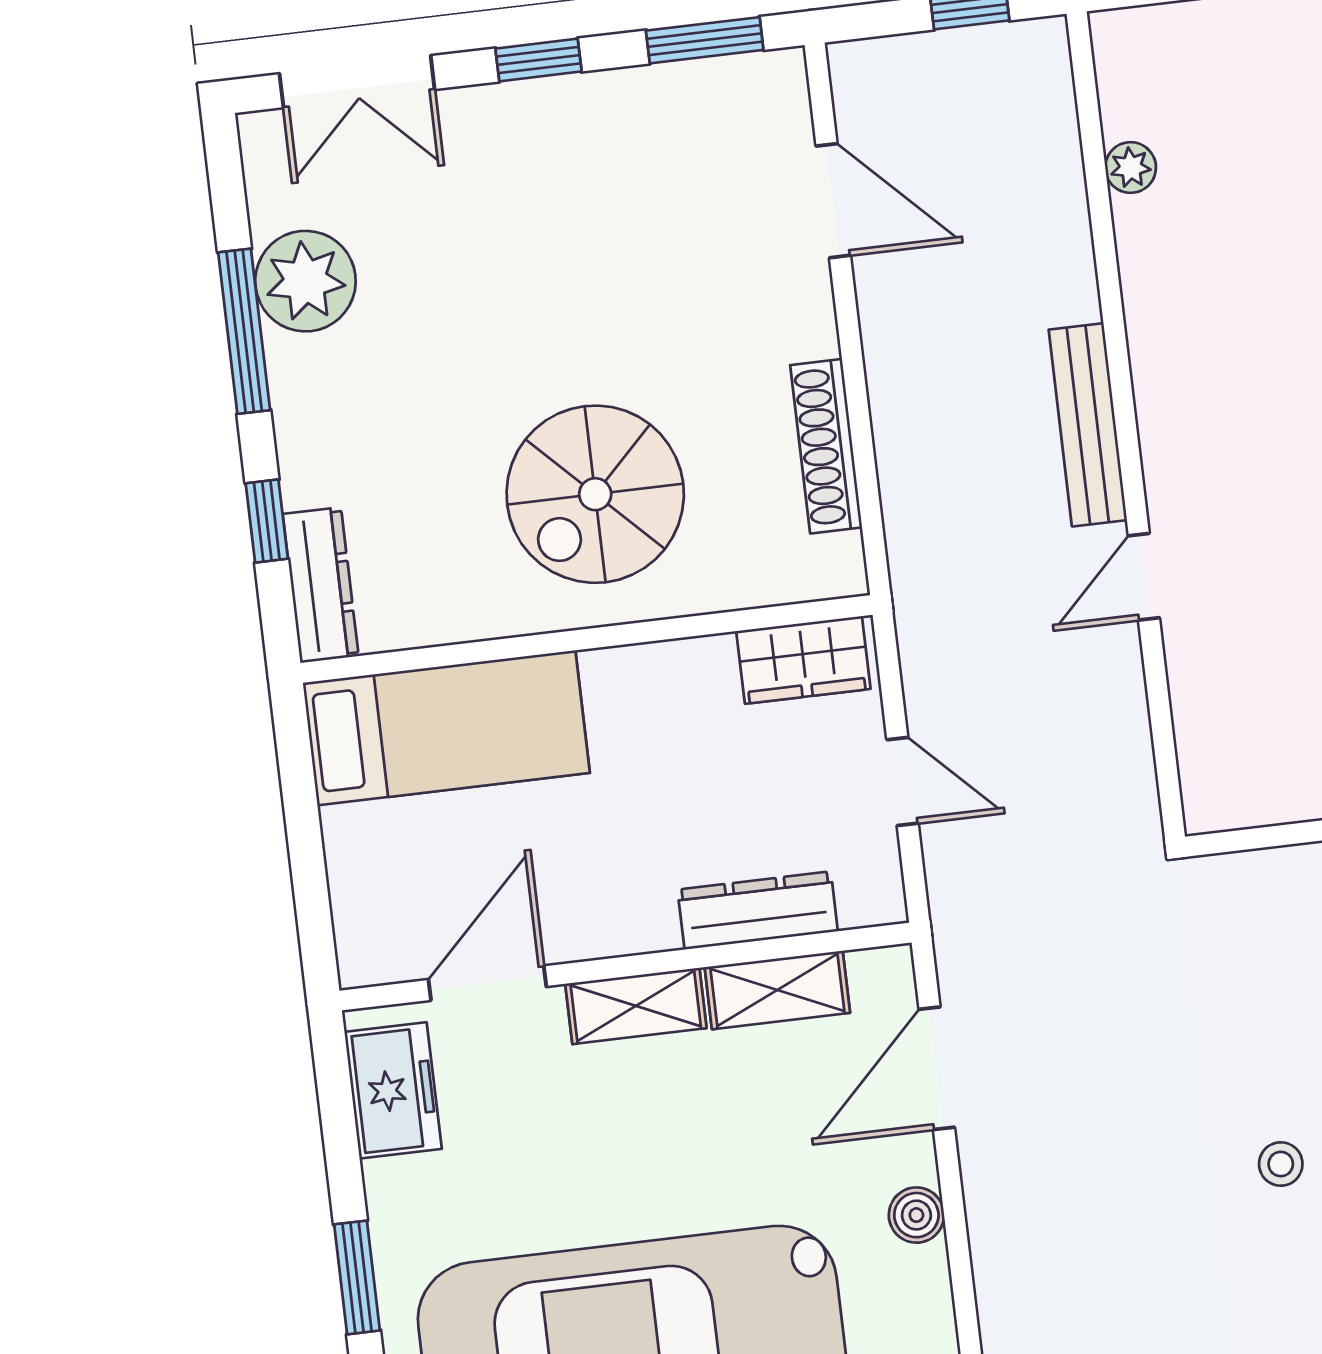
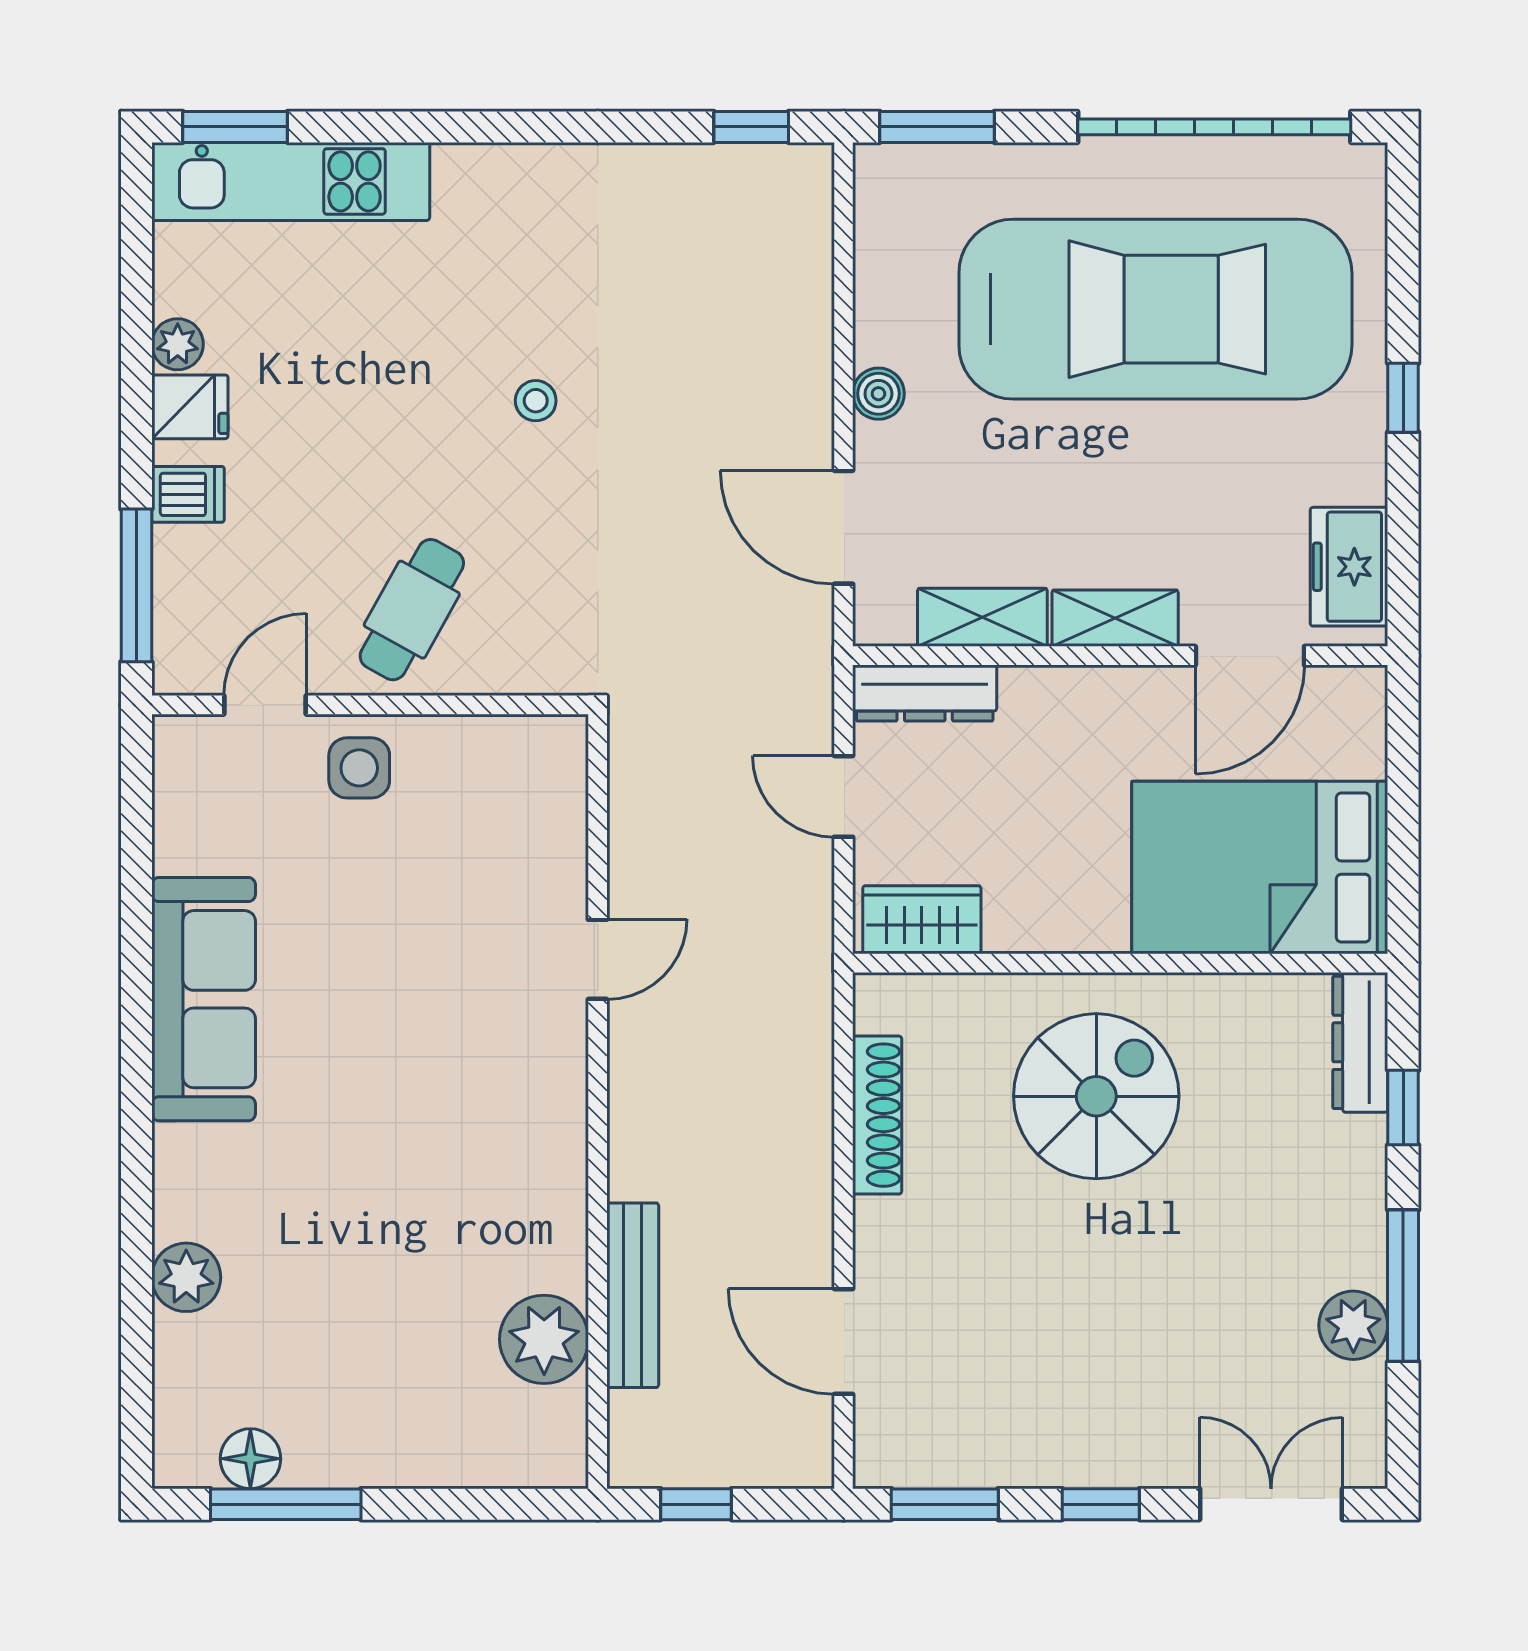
plant: (1131, 168) -> (544, 1339), width x1.88, depth x1.88
plant: (305, 281) -> (1353, 1325), width x0.73, depth x0.73
bench: (1088, 425) -> (633, 1295), moved
bed: (446, 728) -> (1260, 868), width x1.50
dresser: (758, 910) -> (925, 693), moved
door: (937, 1068) -> (844, 527), swing flipped
window: (357, 1277) -> (1403, 398), width x0.67

